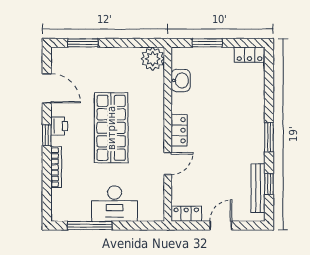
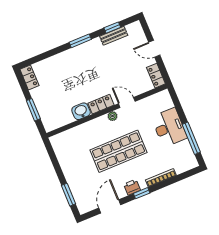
plant: (153, 59) -> (112, 116), moved, width x0.53, depth x0.53
washbasin: (181, 81) -> (81, 111), moved
bench: (258, 188) -> (114, 36), width x0.73

